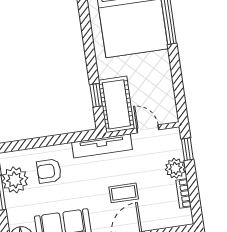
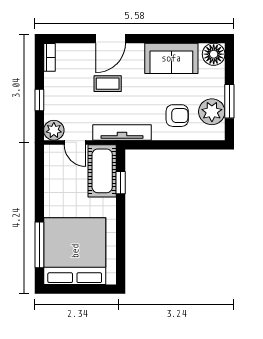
window: (187, 149) -> (39, 100), moved
plant: (175, 168) -> (54, 130), moved
bookcase: (183, 193) -> (49, 57), moved

